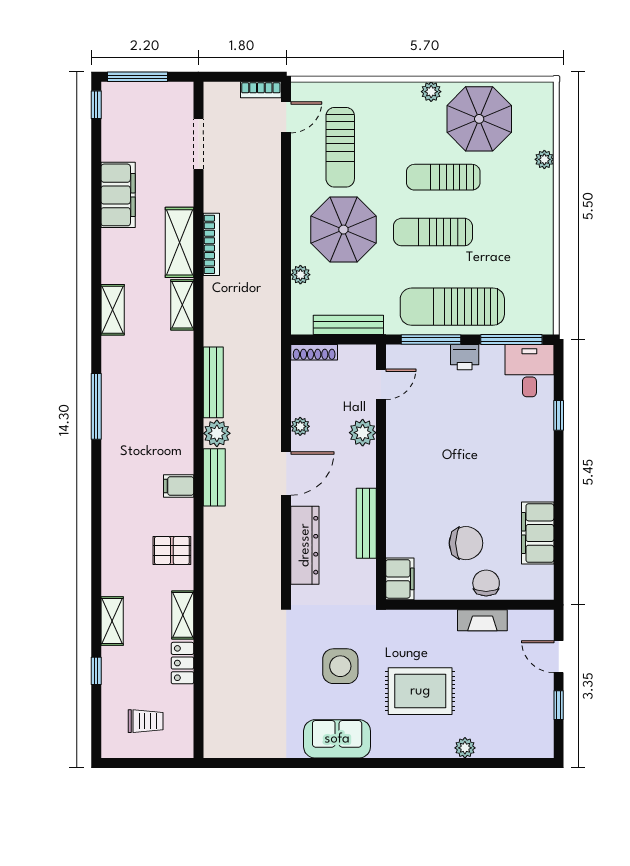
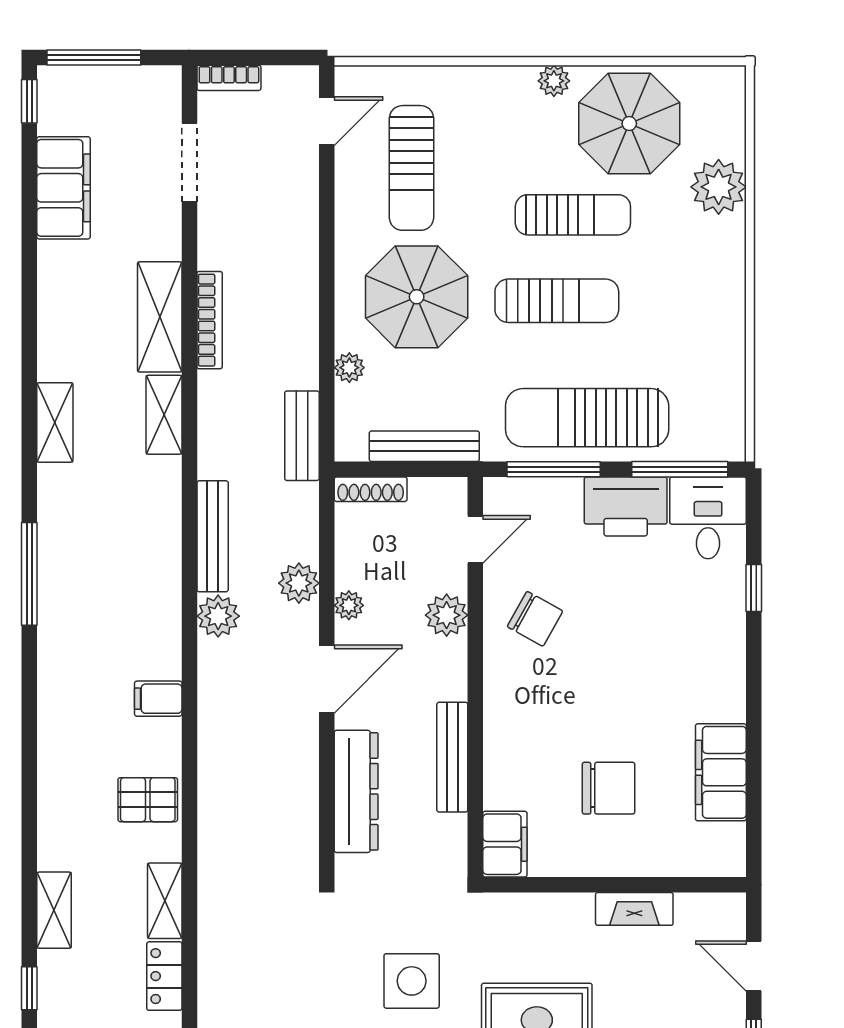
bookcase: (261, 90) -> (229, 78), moved
plant: (544, 159) -> (719, 187), width x1.87, depth x1.87
sun lounger: (443, 177) -> (573, 215), turned 180
filing cabinet: (118, 195) -> (63, 188), moved
sun lounger: (433, 232) -> (557, 301), turned 180
printer: (465, 357) -> (626, 506), width x1.87, depth x1.48
plant: (268, 412) -> (299, 583), added
bench: (214, 477) -> (302, 436), moved
chair: (486, 583) -> (535, 619), moved, turned 119

